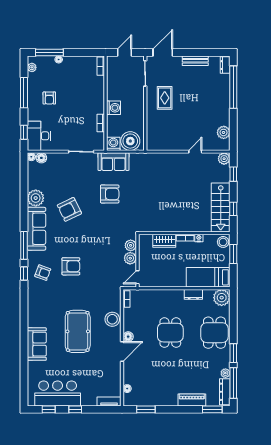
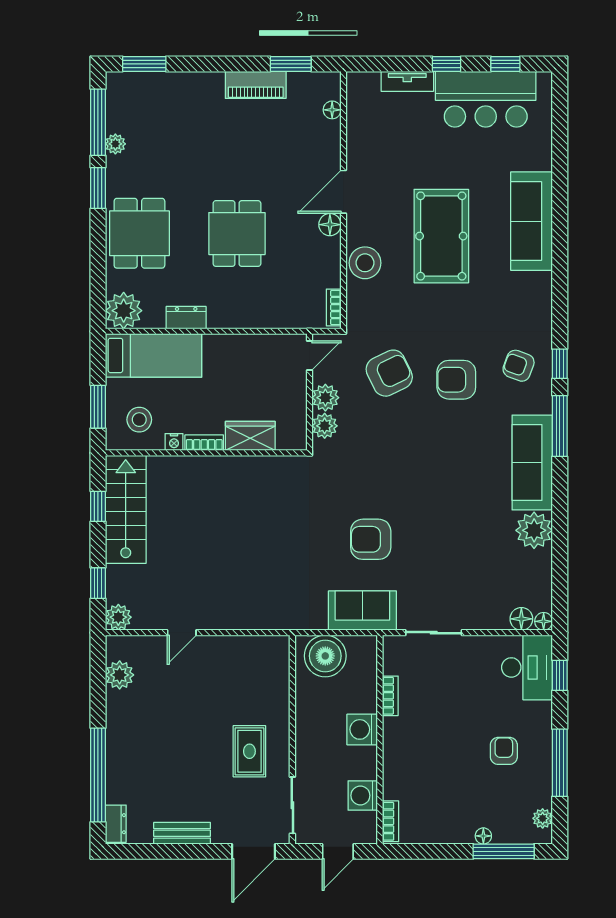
washing machine: (113, 144) -> (363, 795), moved, turned 90
armchair: (69, 209) -> (389, 373), moved
stool: (223, 242) -> (139, 420), moved
sofa: (37, 344) -> (532, 221), width x1.36
dresser: (225, 392) -> (117, 103), removed
piano: (192, 400) -> (256, 85), moved
tv unit: (109, 402) -> (407, 81), moved

